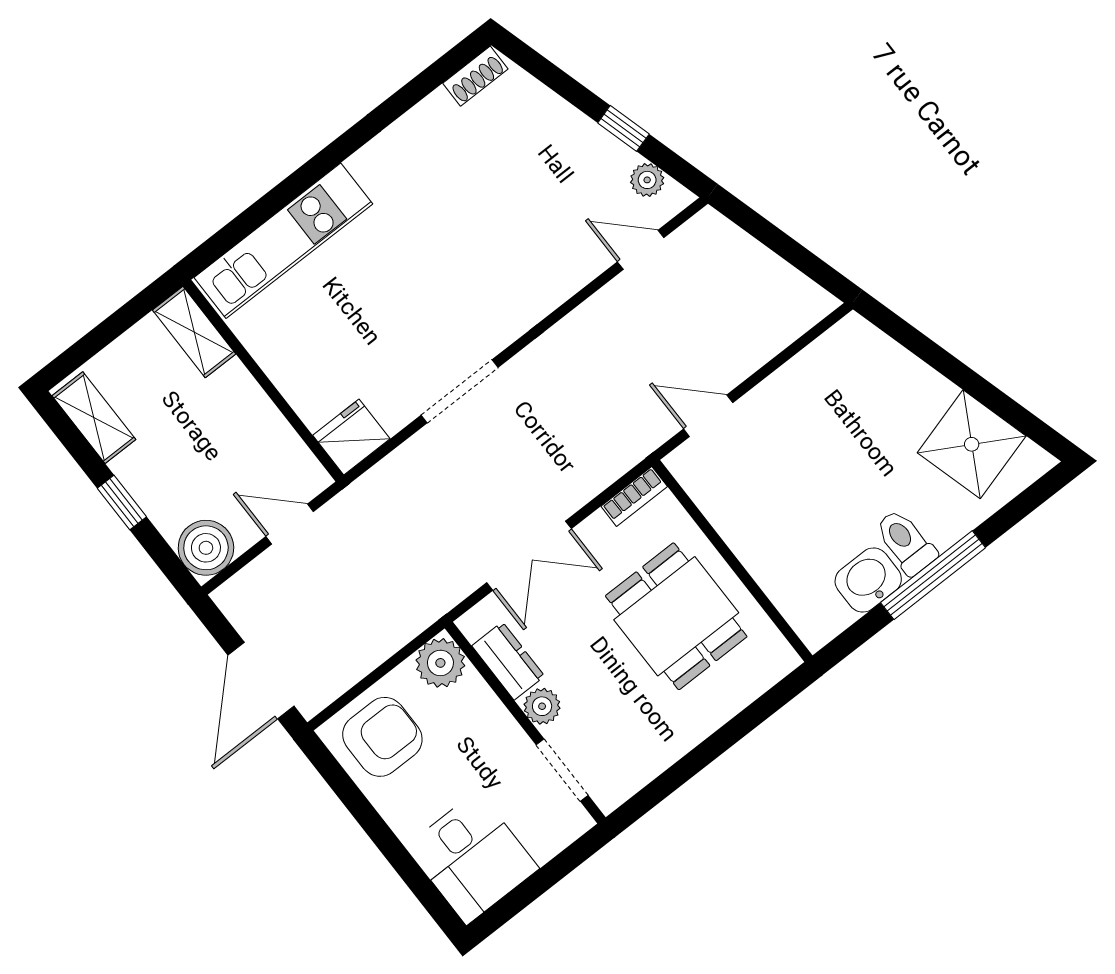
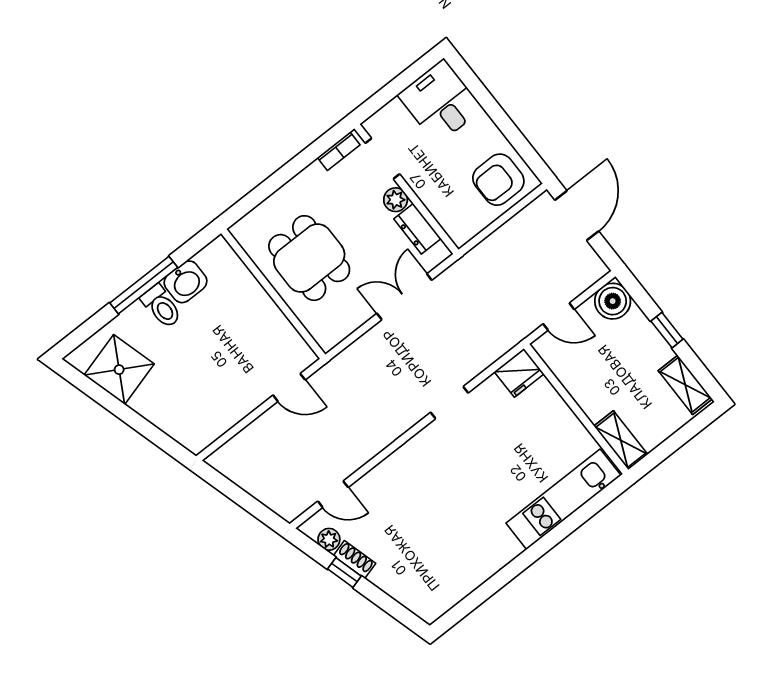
shoe rack: (475, 76) -> (355, 560), moved, turned 74
doorway: (460, 391) -> (449, 403), width x0.73
bookcase: (634, 496) -> (339, 151), moved, turned 180
plant: (440, 663) -> (461, 227), removed

